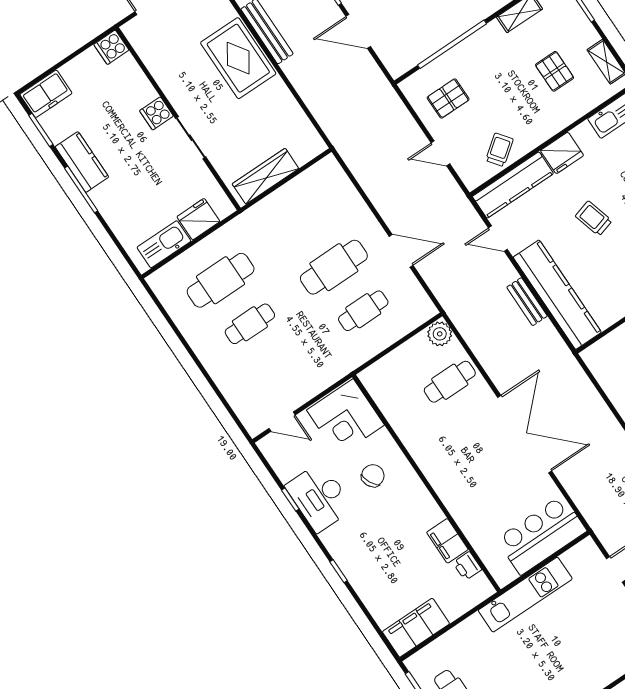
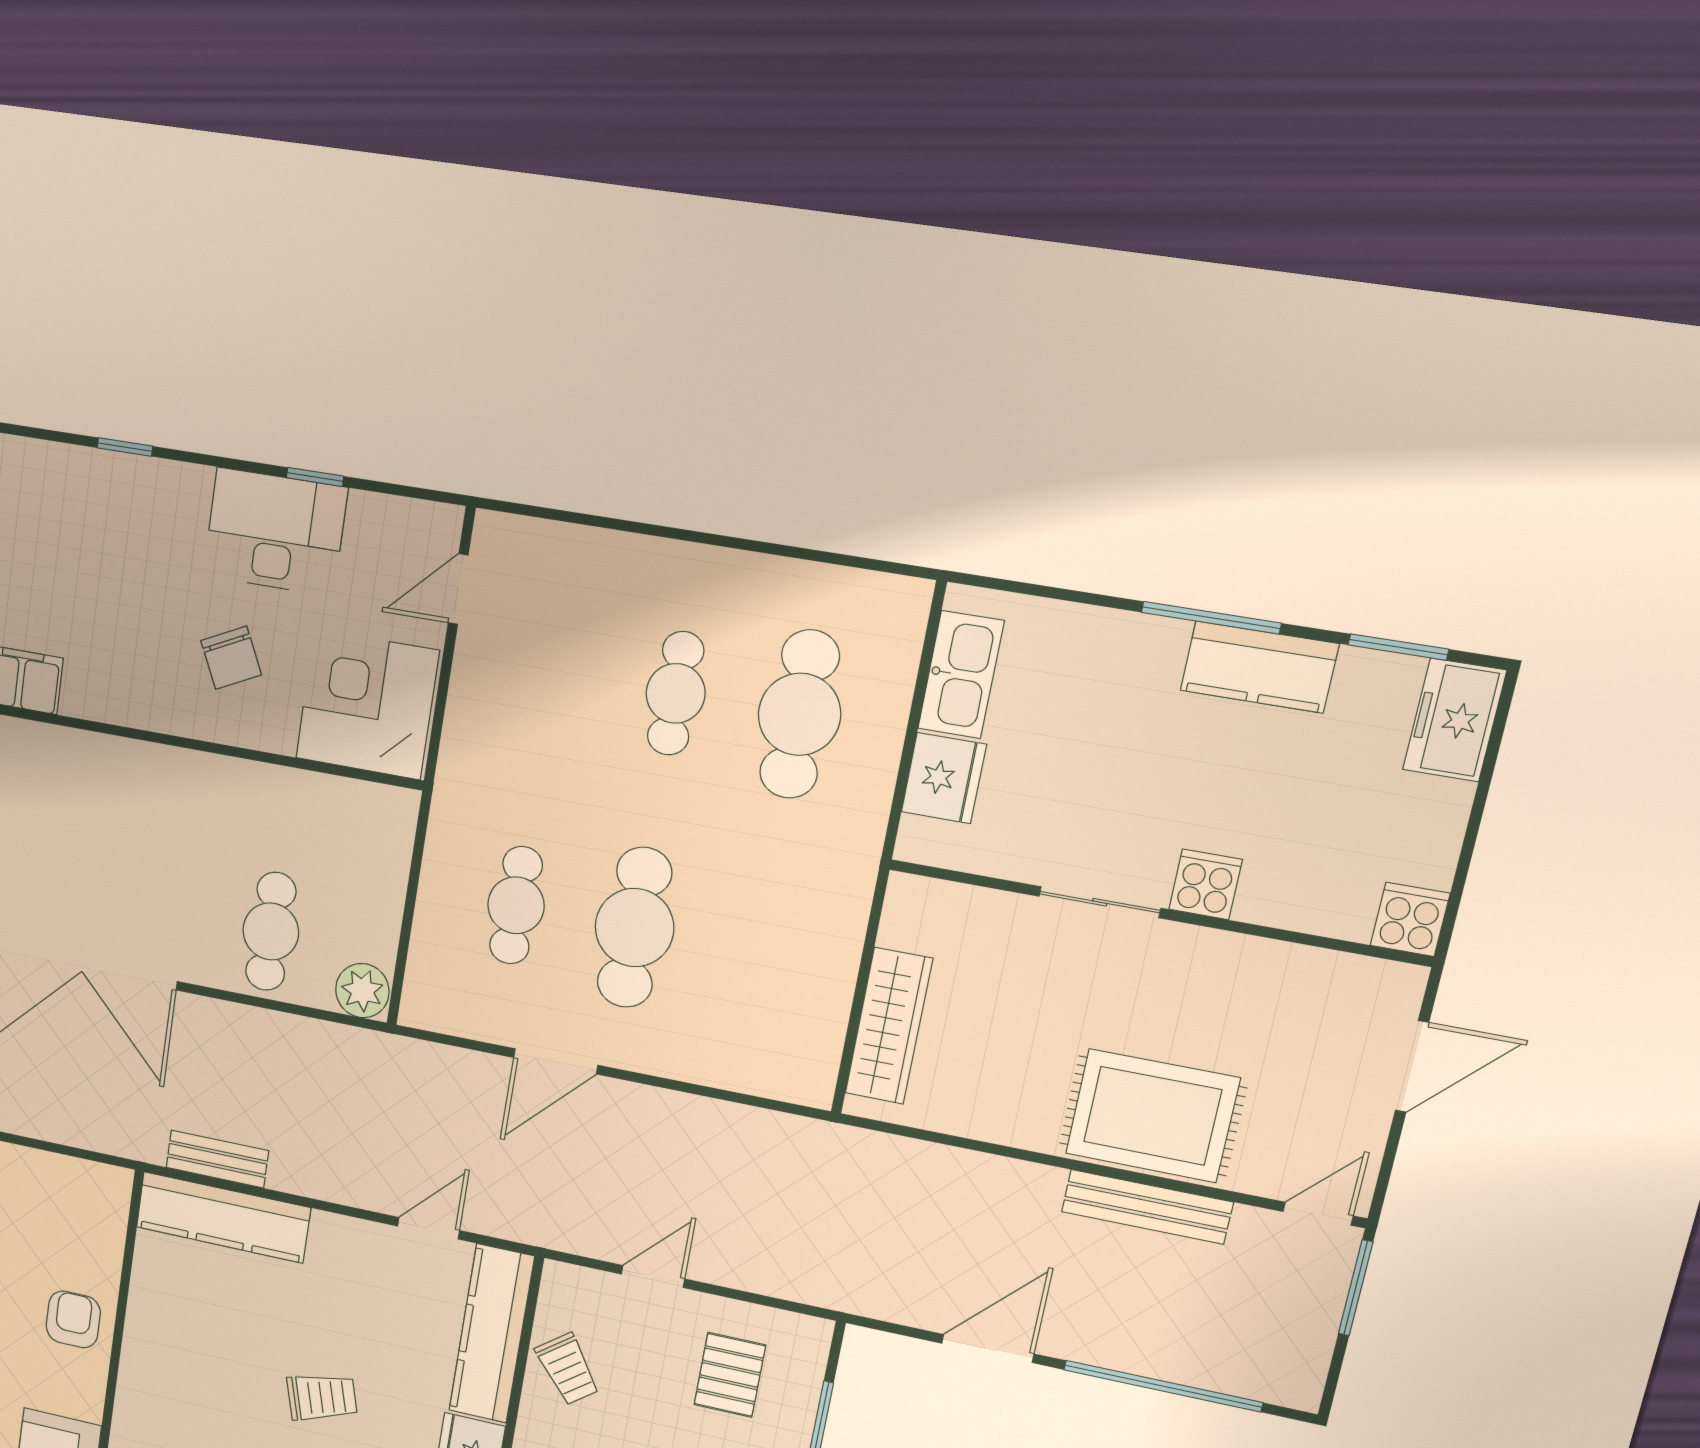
wardrobe: (265, 176) -> (889, 1026), moved
kitchen counter: (557, 295) -> (223, 1217), width x0.72, depth x0.86
bench: (527, 302) -> (217, 1159), moved

